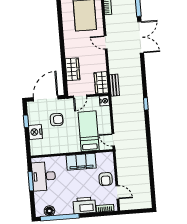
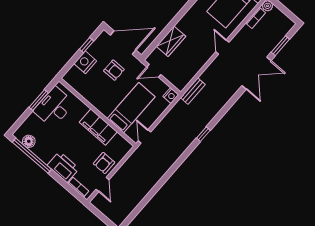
wardrobe: (101, 83) -> (184, 77), removed

